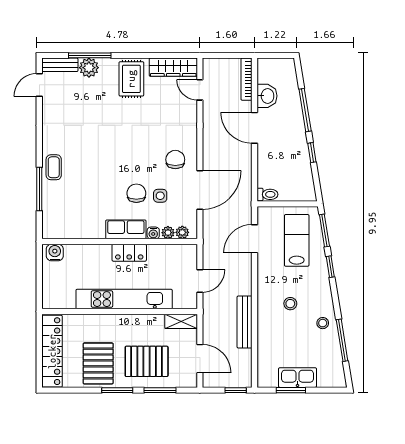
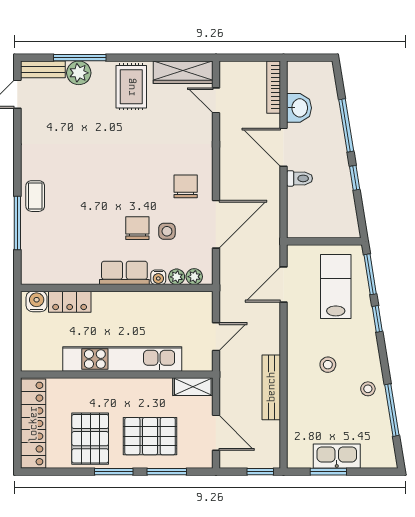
toilet: (267, 194) -> (300, 178), moved
locker: (129, 253) -> (70, 302), moved

